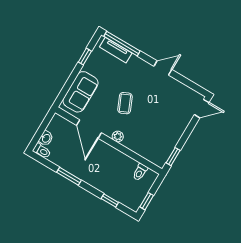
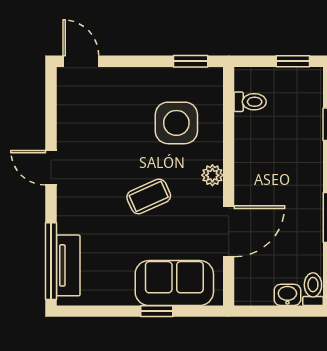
window: (85, 57) -> (157, 311), moved
side table: (150, 134) -> (176, 123), added

